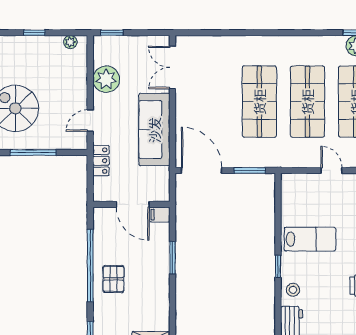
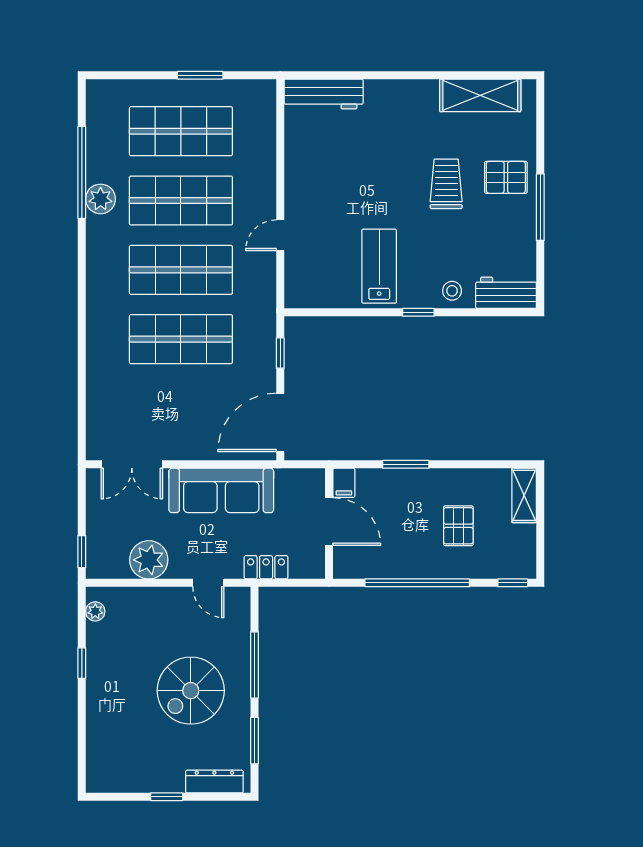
window: (250, 170) -> (280, 353), width x0.67
door: (133, 204) -> (329, 522), hinge flipped
pallet: (113, 279) -> (458, 526), moved, turned 90

